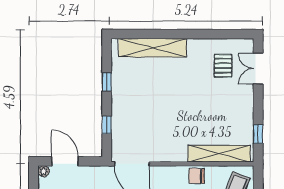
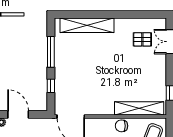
pallet: (223, 66) -> (142, 39), turned 90
window: (107, 82) -> (51, 52), width x2.17

